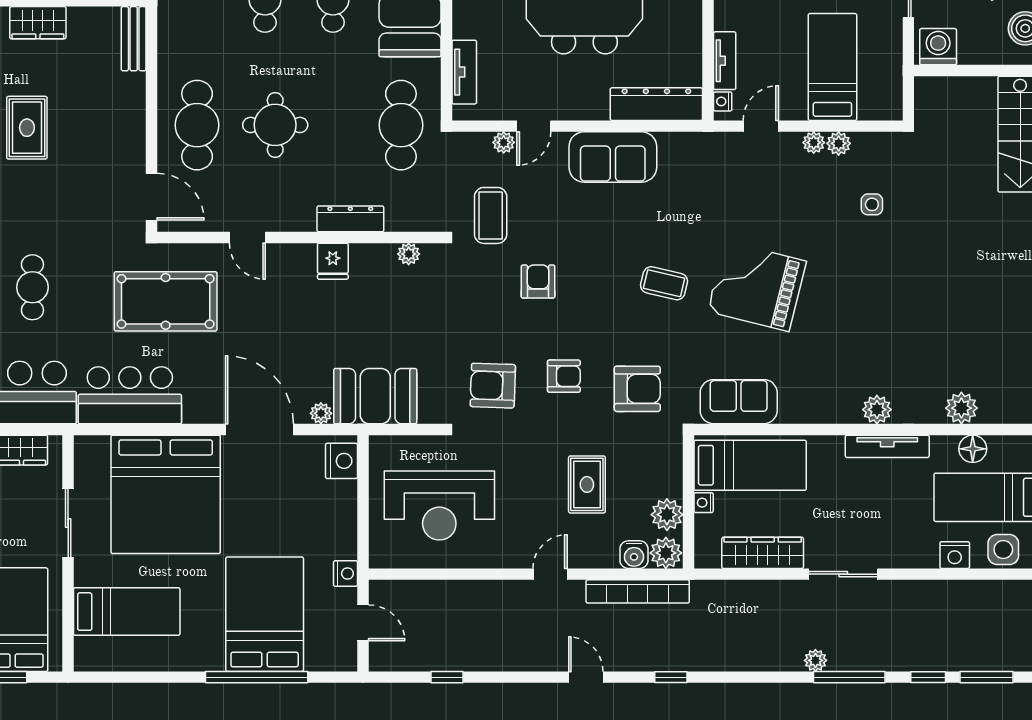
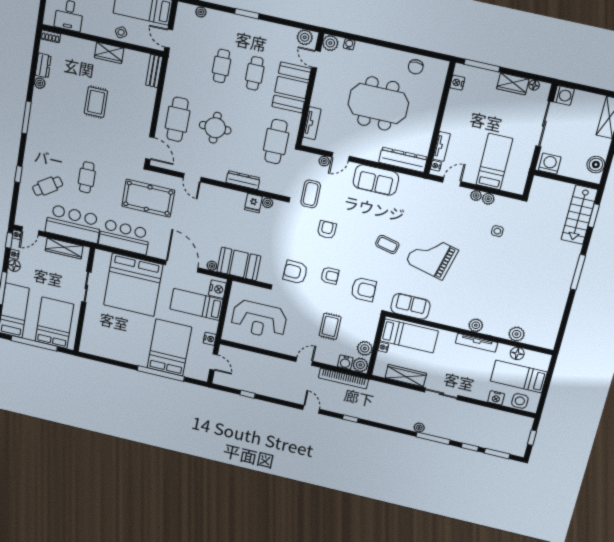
fridge: (333, 261) -> (253, 203), moved
bed: (127, 612) -> (196, 304), moved, turned 180

